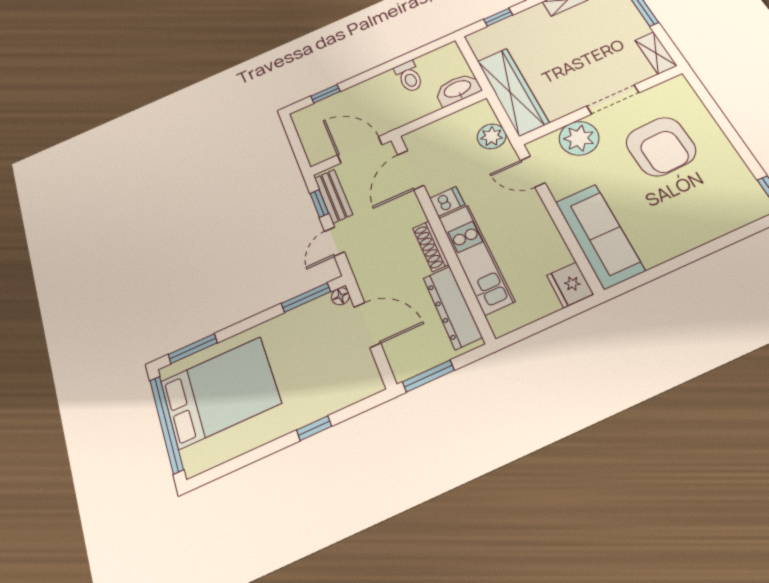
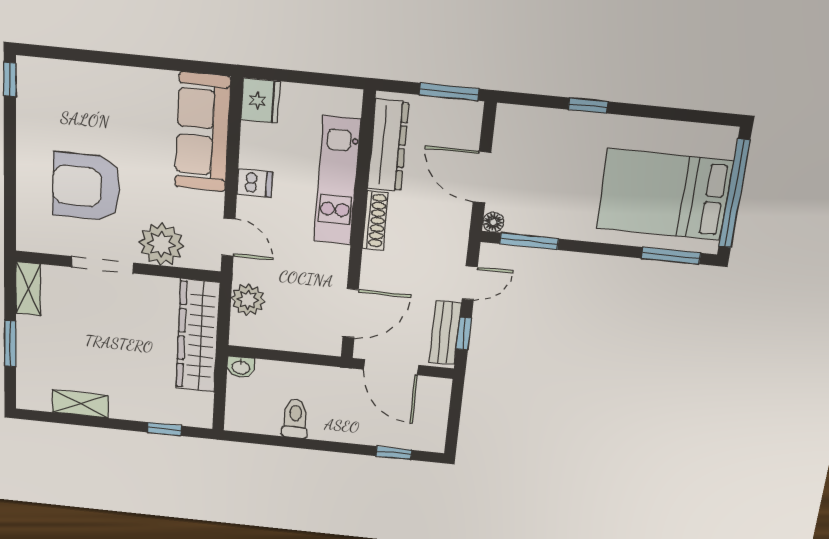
washbasin: (458, 89) -> (241, 367), width x0.52, depth x0.69
armchair: (661, 146) -> (86, 187), turned -88
dishwasher: (447, 202) -> (255, 183), moved, turned 180

